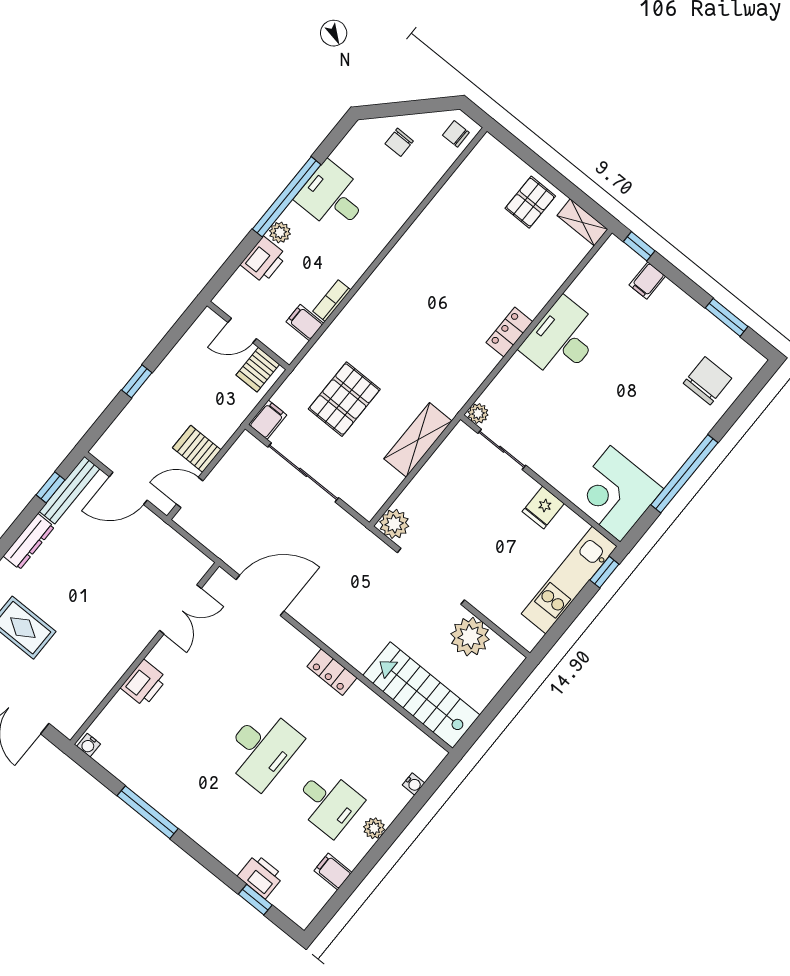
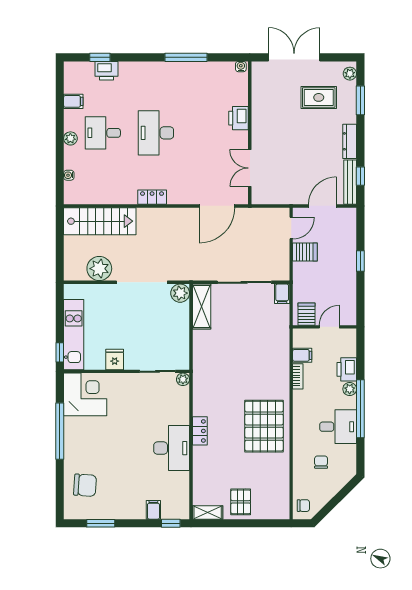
chair: (399, 142) -> (321, 462), moved
chair: (708, 381) -> (85, 485), turned -86
pallet: (344, 399) -> (264, 426), moved, width x1.37, depth x1.41
shelving: (418, 440) -> (202, 307), moved

